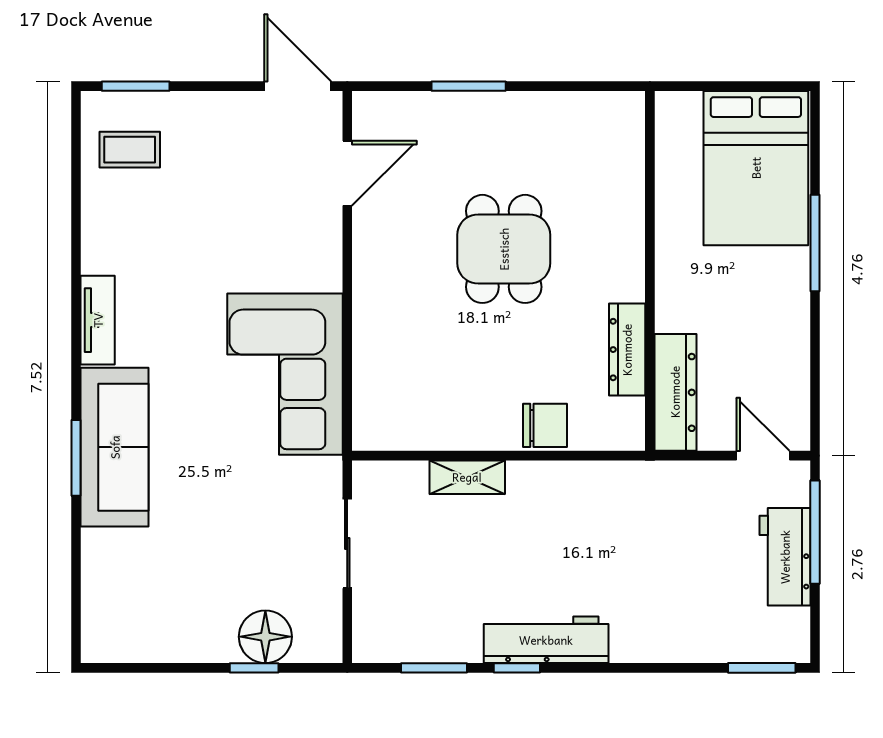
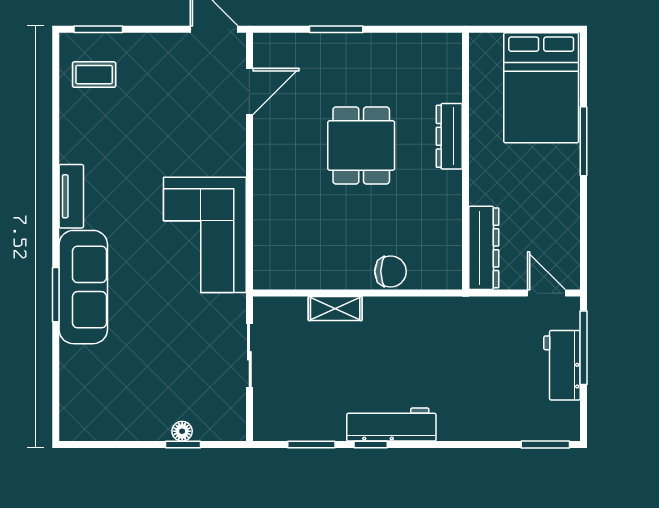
dresser: (627, 350) -> (449, 136), moved
floor lamp: (265, 637) -> (182, 431), width x0.53, depth x0.53

